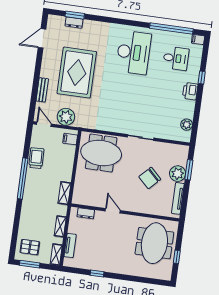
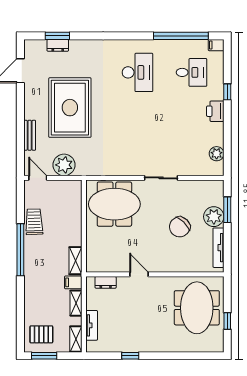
desk: (134, 52) -> (137, 72), width x0.73, depth x0.77
filing cabinet: (70, 139) -> (73, 282), moved

